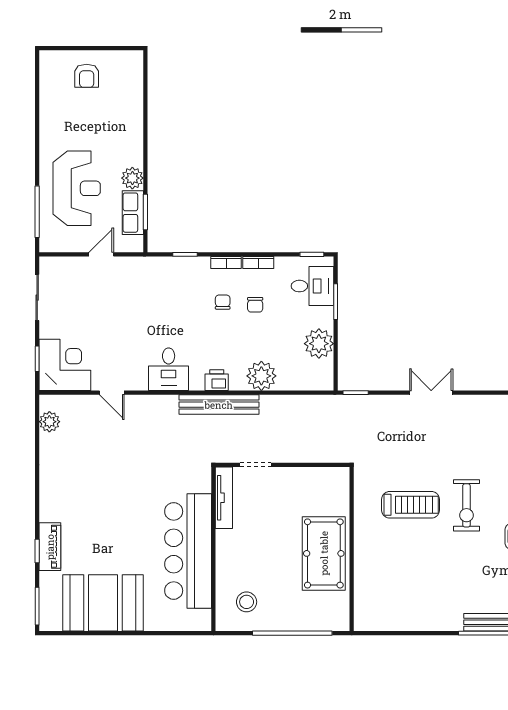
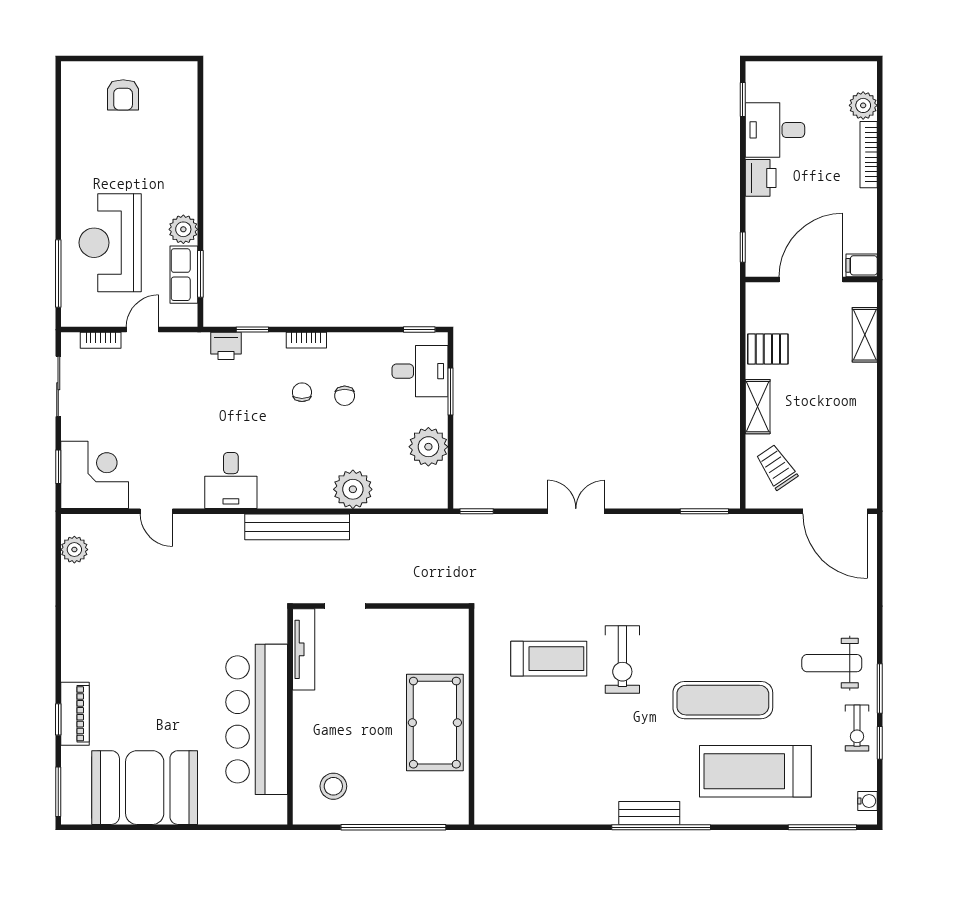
reception desk: (77, 188) -> (110, 243), turned 180
bookcase: (258, 263) -> (101, 340), moved
printer: (217, 380) -> (226, 346), moved, turned 180

